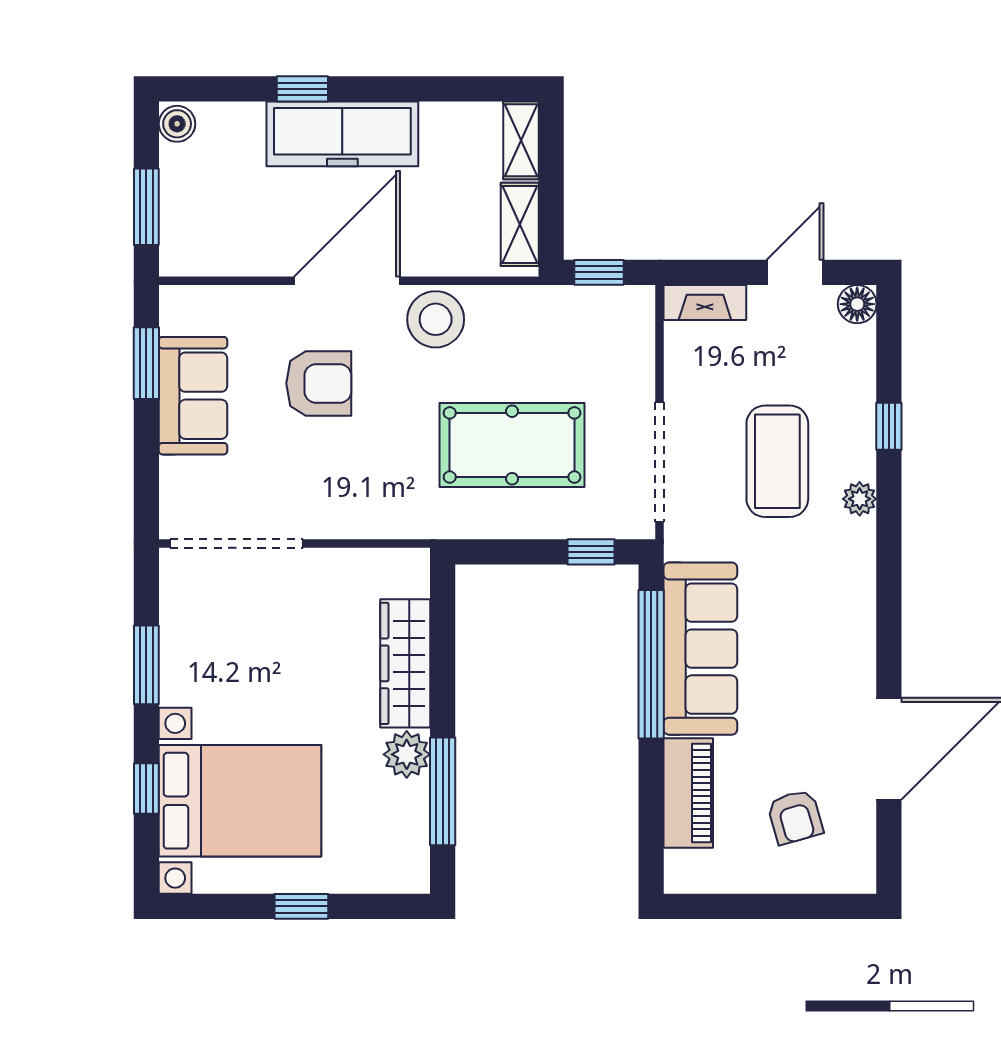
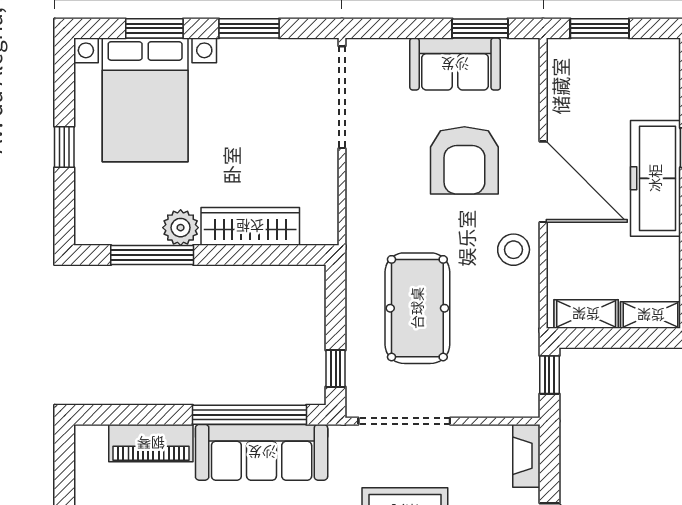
boiler: (177, 124) -> (663, 52), removed
stool: (436, 319) -> (514, 250), width x0.73, depth x0.73
armchair: (319, 383) -> (464, 160), width x1.36, depth x1.36
window: (146, 788) -> (154, 28), width x1.50

